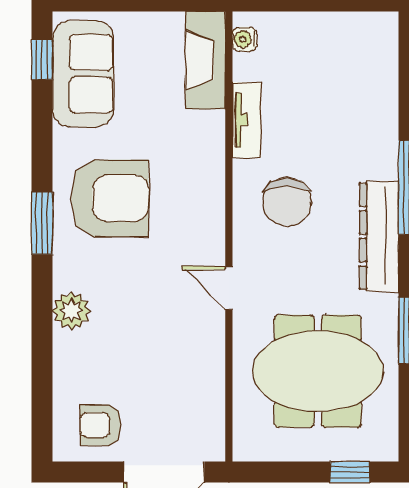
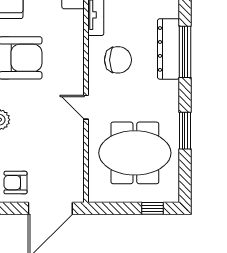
chair: (287, 202) -> (118, 60), turned -90
dresser: (379, 236) -> (168, 49), moved

